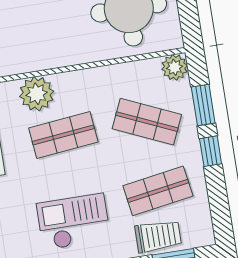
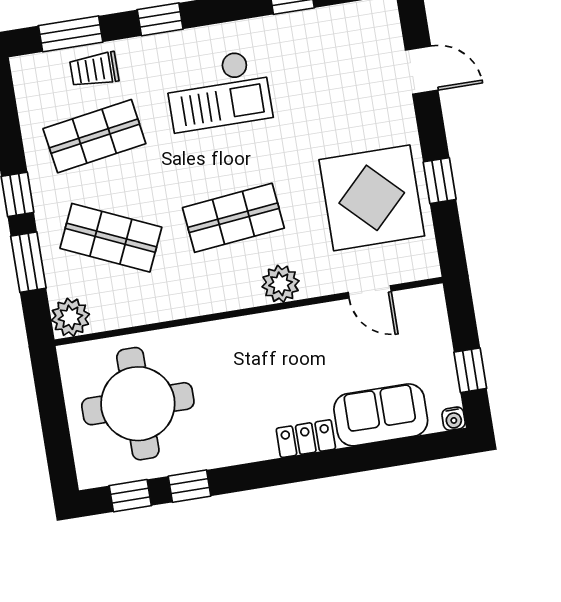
plant: (37, 94) -> (281, 284), width x0.73, depth x0.73
trolley: (158, 236) -> (94, 70), width x0.73, depth x0.72

